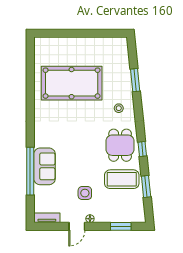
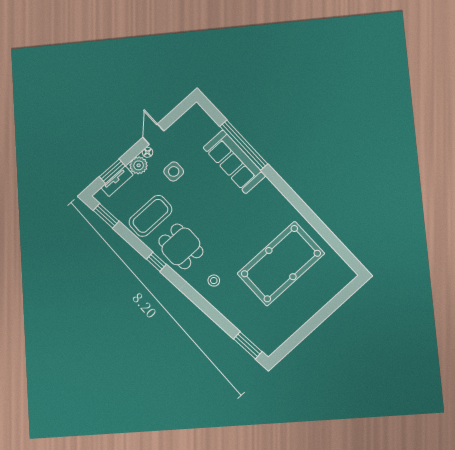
window: (135, 80) -> (248, 345), moved
sofa: (45, 166) -> (234, 162), width x1.36
window: (146, 186) -> (106, 216), moved
plant: (102, 216) -> (139, 165), added
tv unit: (47, 218) -> (117, 181), moved

